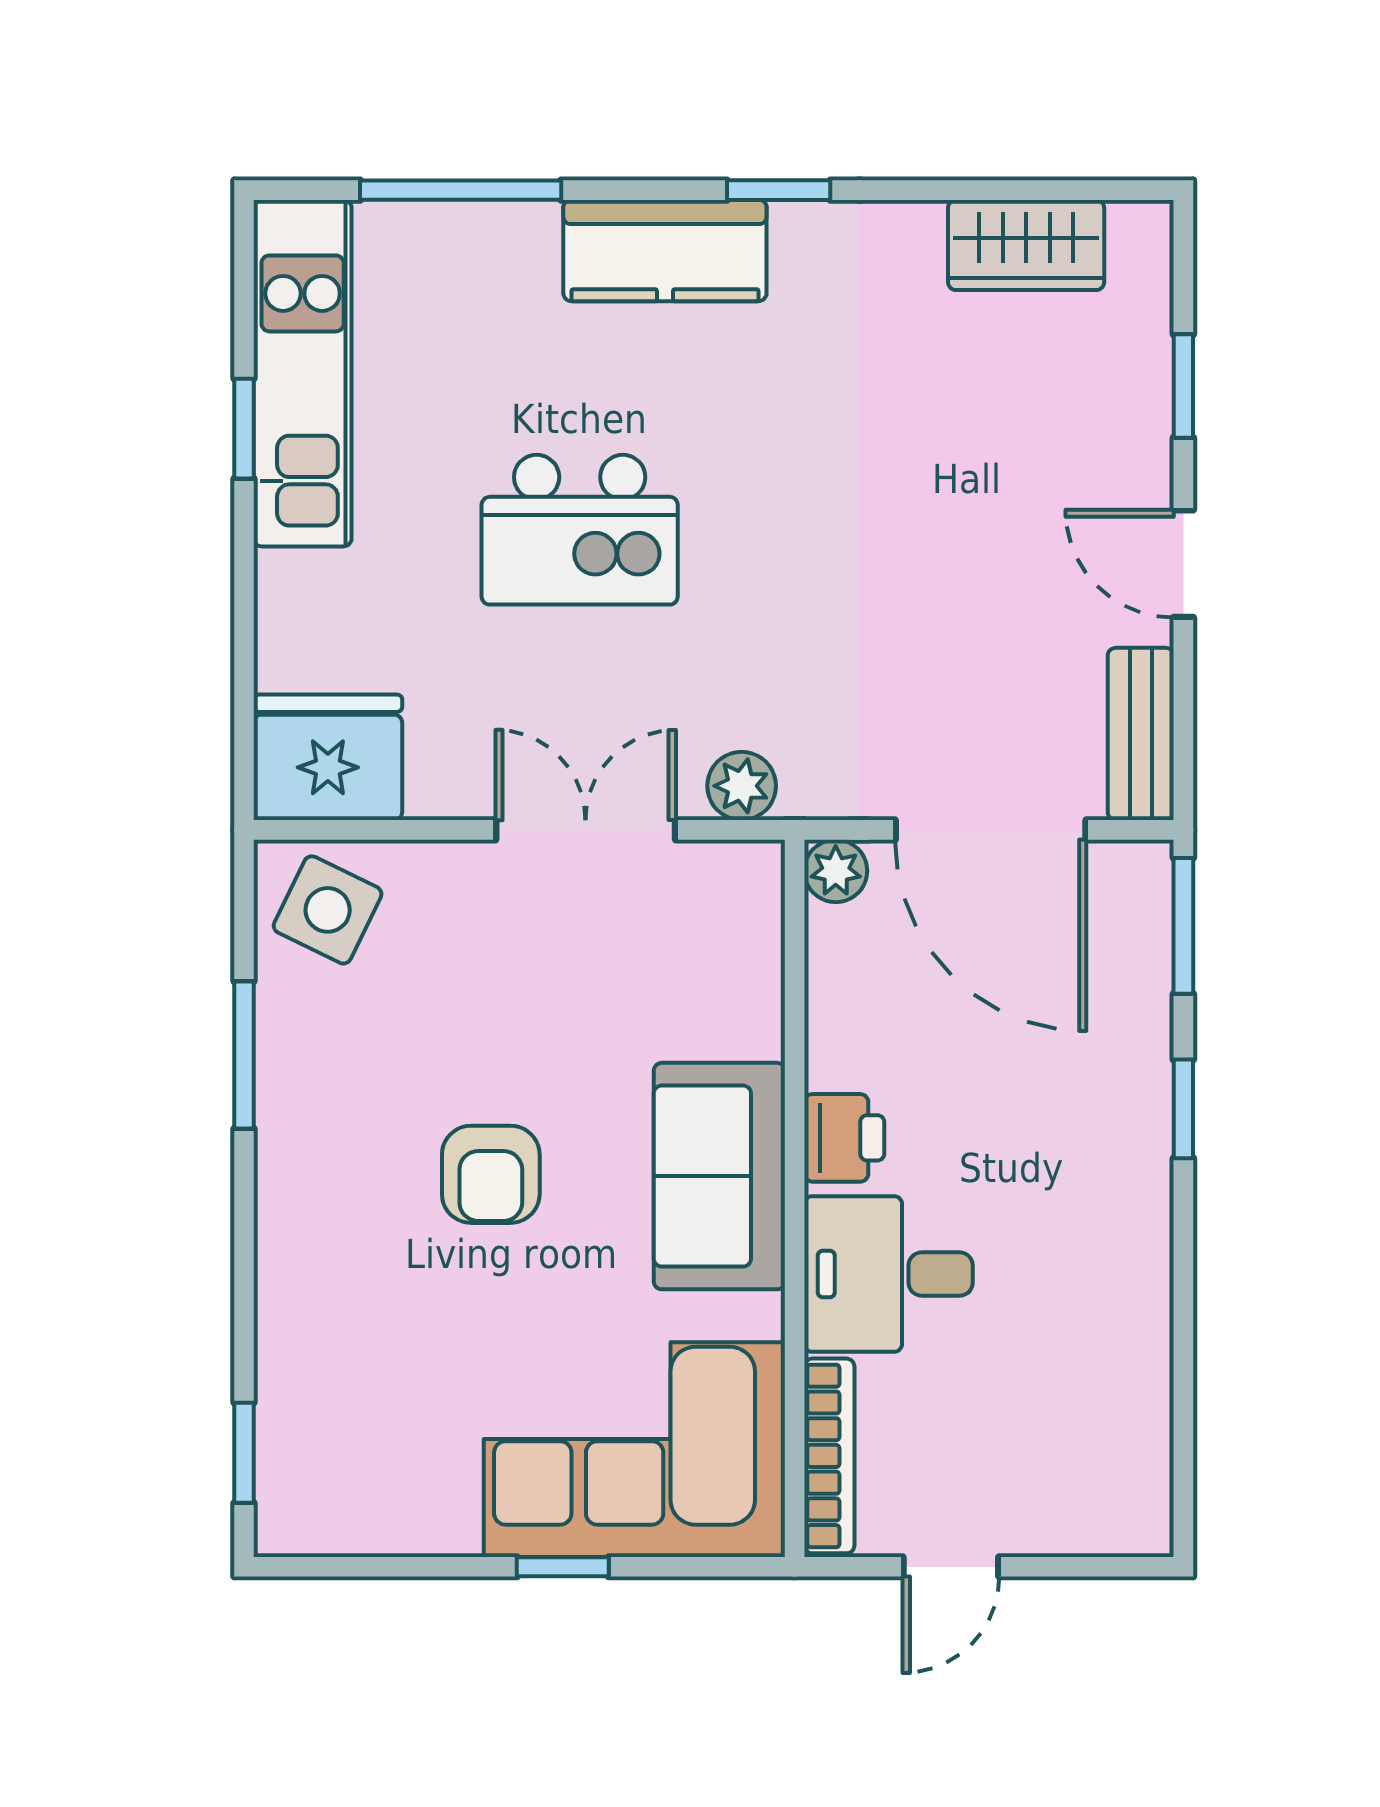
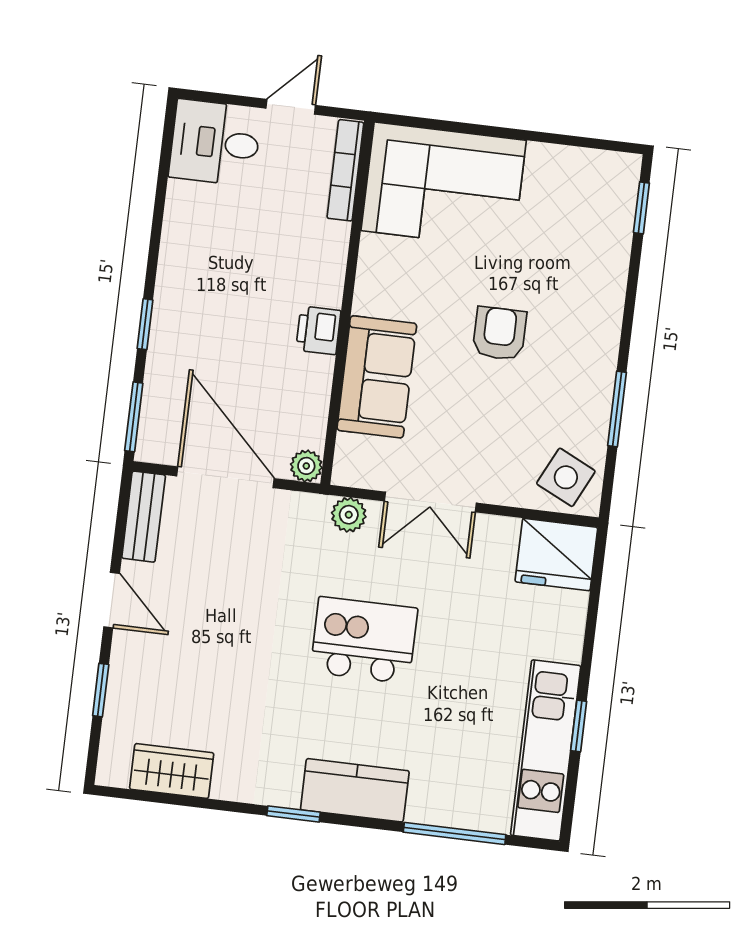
kitchen island: (580, 530) -> (364, 640), moved
sofa: (719, 1176) -> (377, 377), moved
desk: (888, 1274) -> (215, 143), moved, turned 180
window: (563, 1567) -> (487, 131), removed

